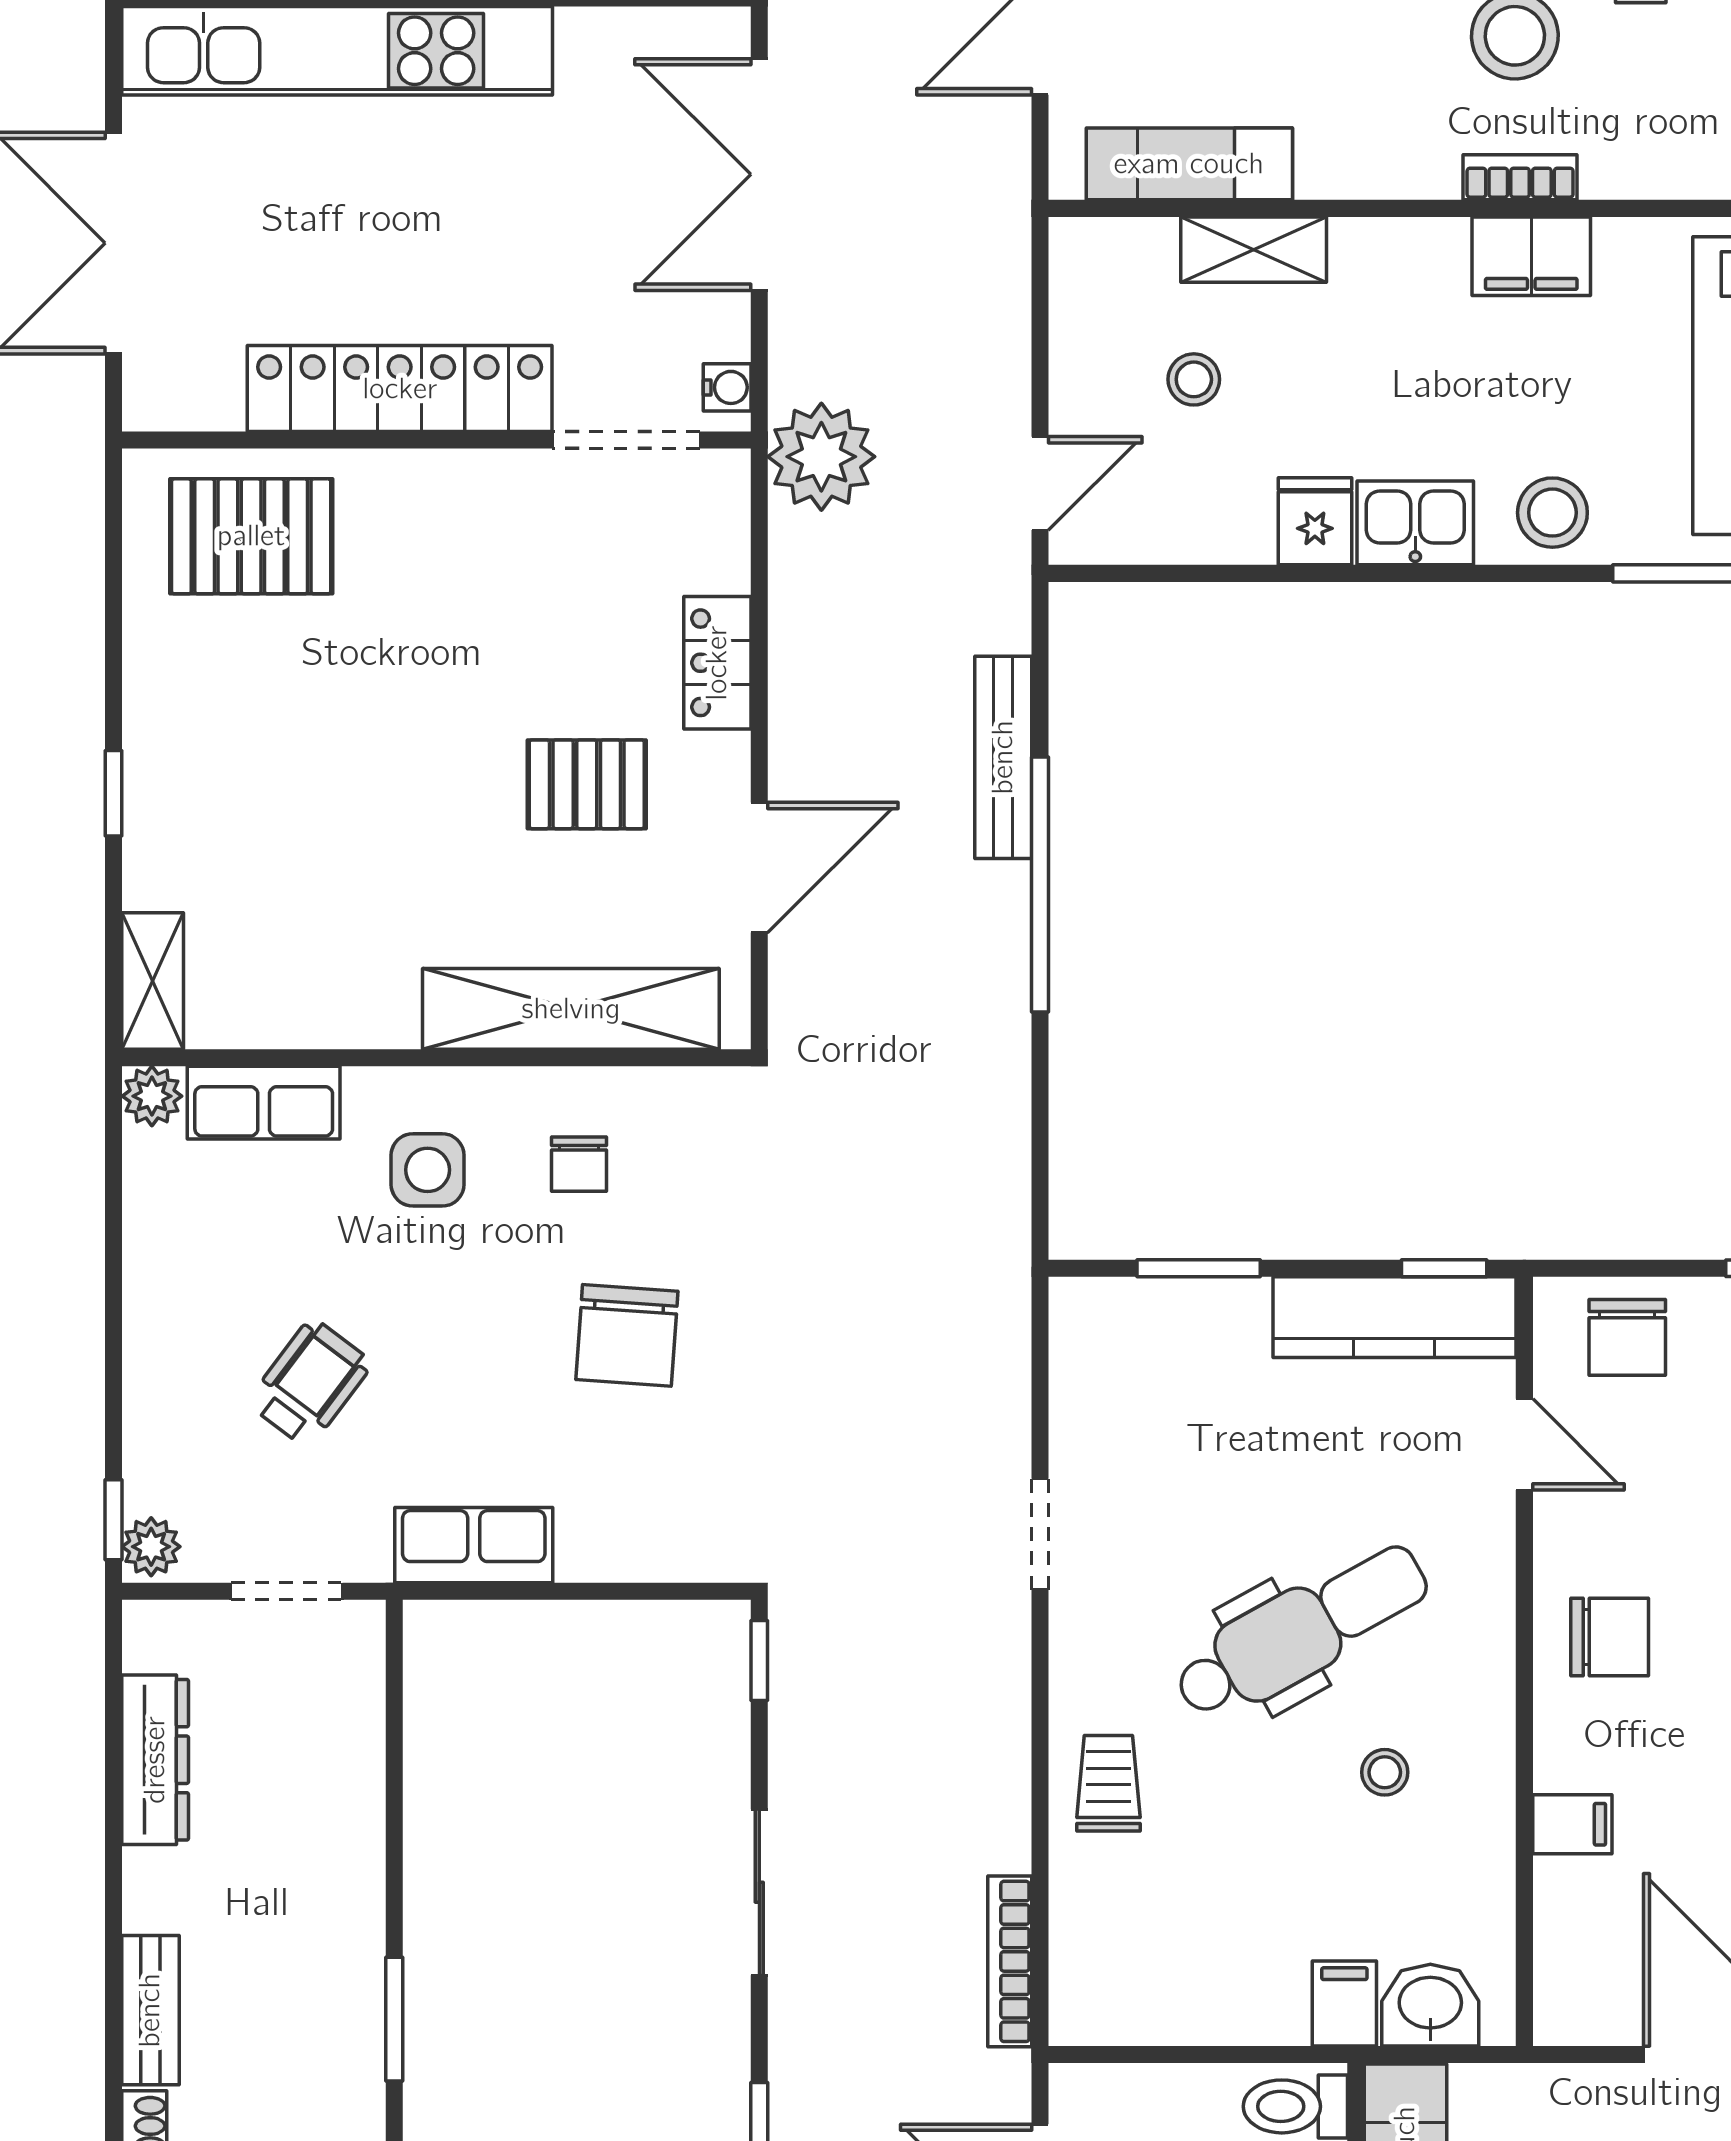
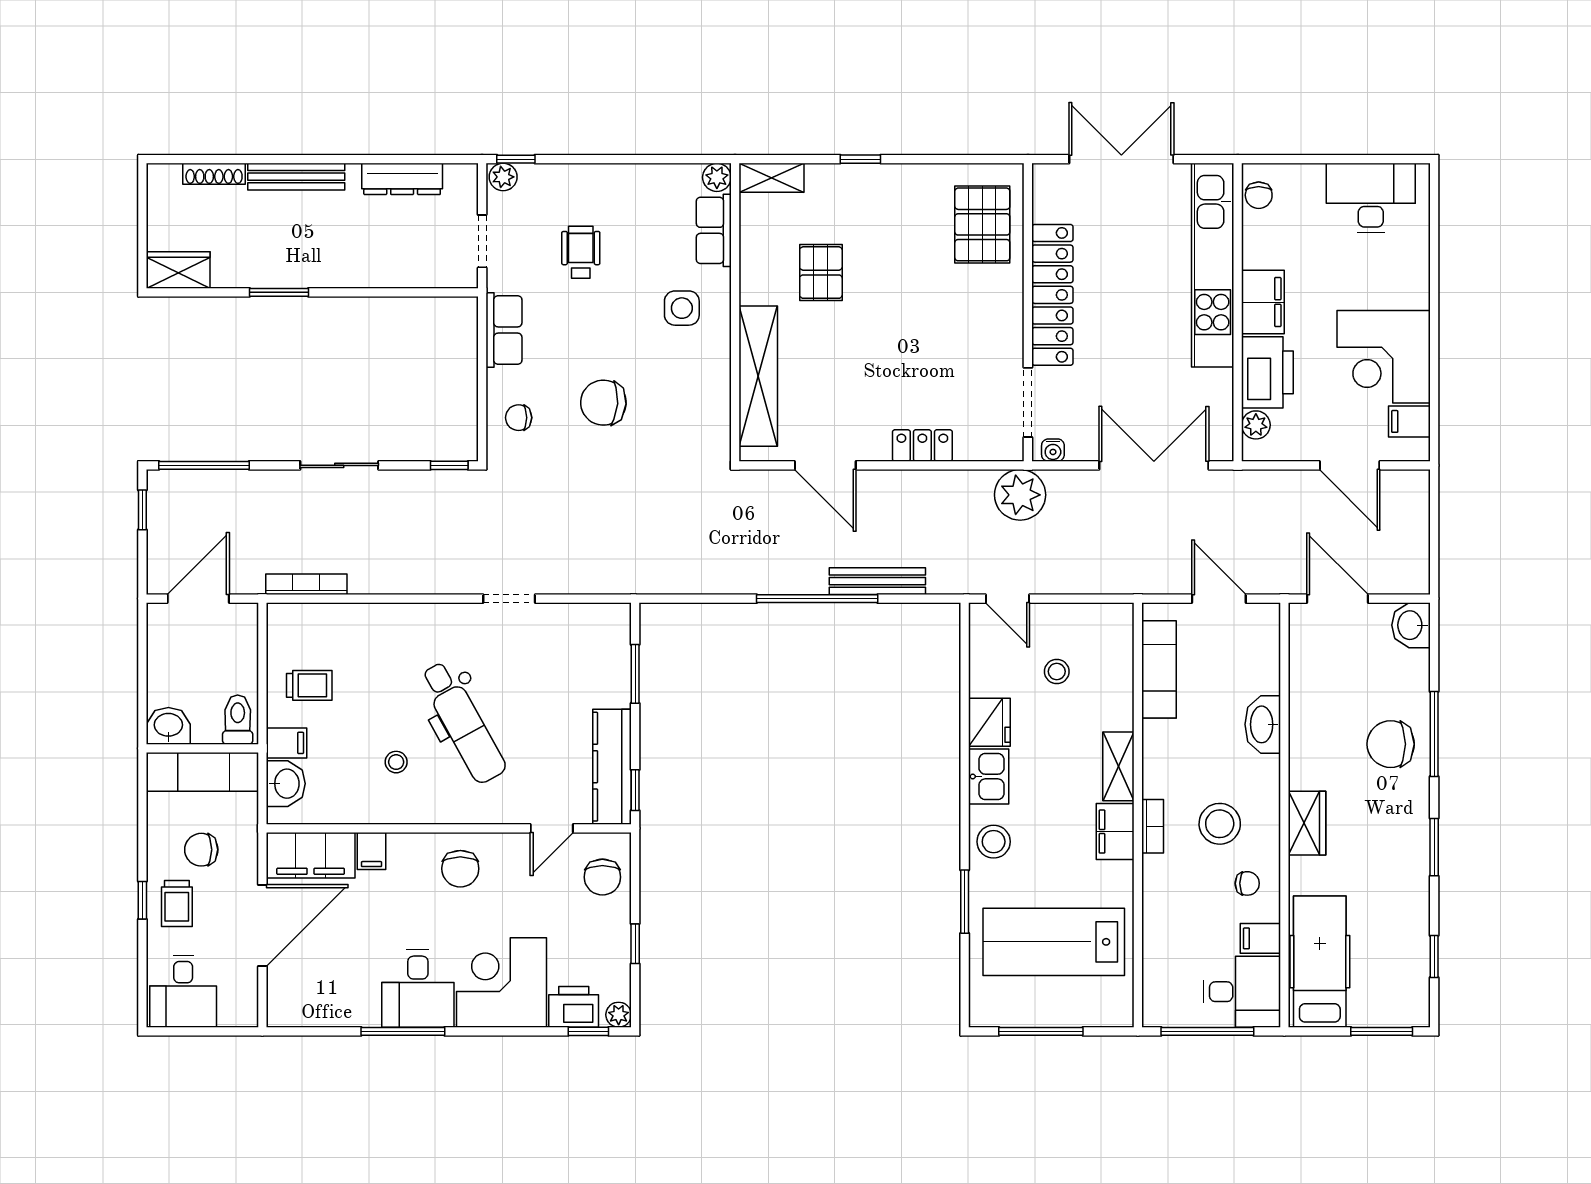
shelving: (1254, 250) -> (1118, 766), moved
fridge: (1315, 521) -> (989, 722), width x1.38
pallet: (587, 784) -> (821, 273), moved
chair: (579, 1164) -> (519, 418), moved
chair: (1627, 1337) -> (602, 877), turned -90
wheelchair: (310, 1383) -> (581, 252), turned -127
trolley: (1108, 1783) -> (309, 685), moved
filing cabinet: (1581, 1953) -> (311, 855), added
bench: (150, 2010) -> (296, 177), width x1.36

